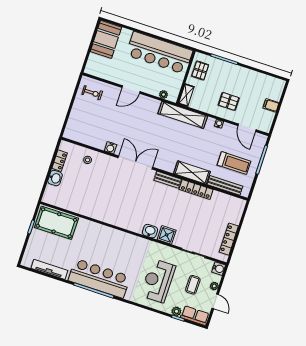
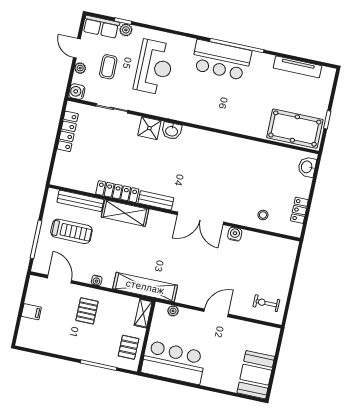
bar counter: (159, 53) -> (174, 362), width x0.73
pallet: (229, 101) -> (87, 311), turned 90
treadmill: (234, 163) -> (71, 231), turned 180
washbasin: (55, 178) -> (307, 167), moved
bar counter: (99, 278) -> (221, 60), width x0.73

